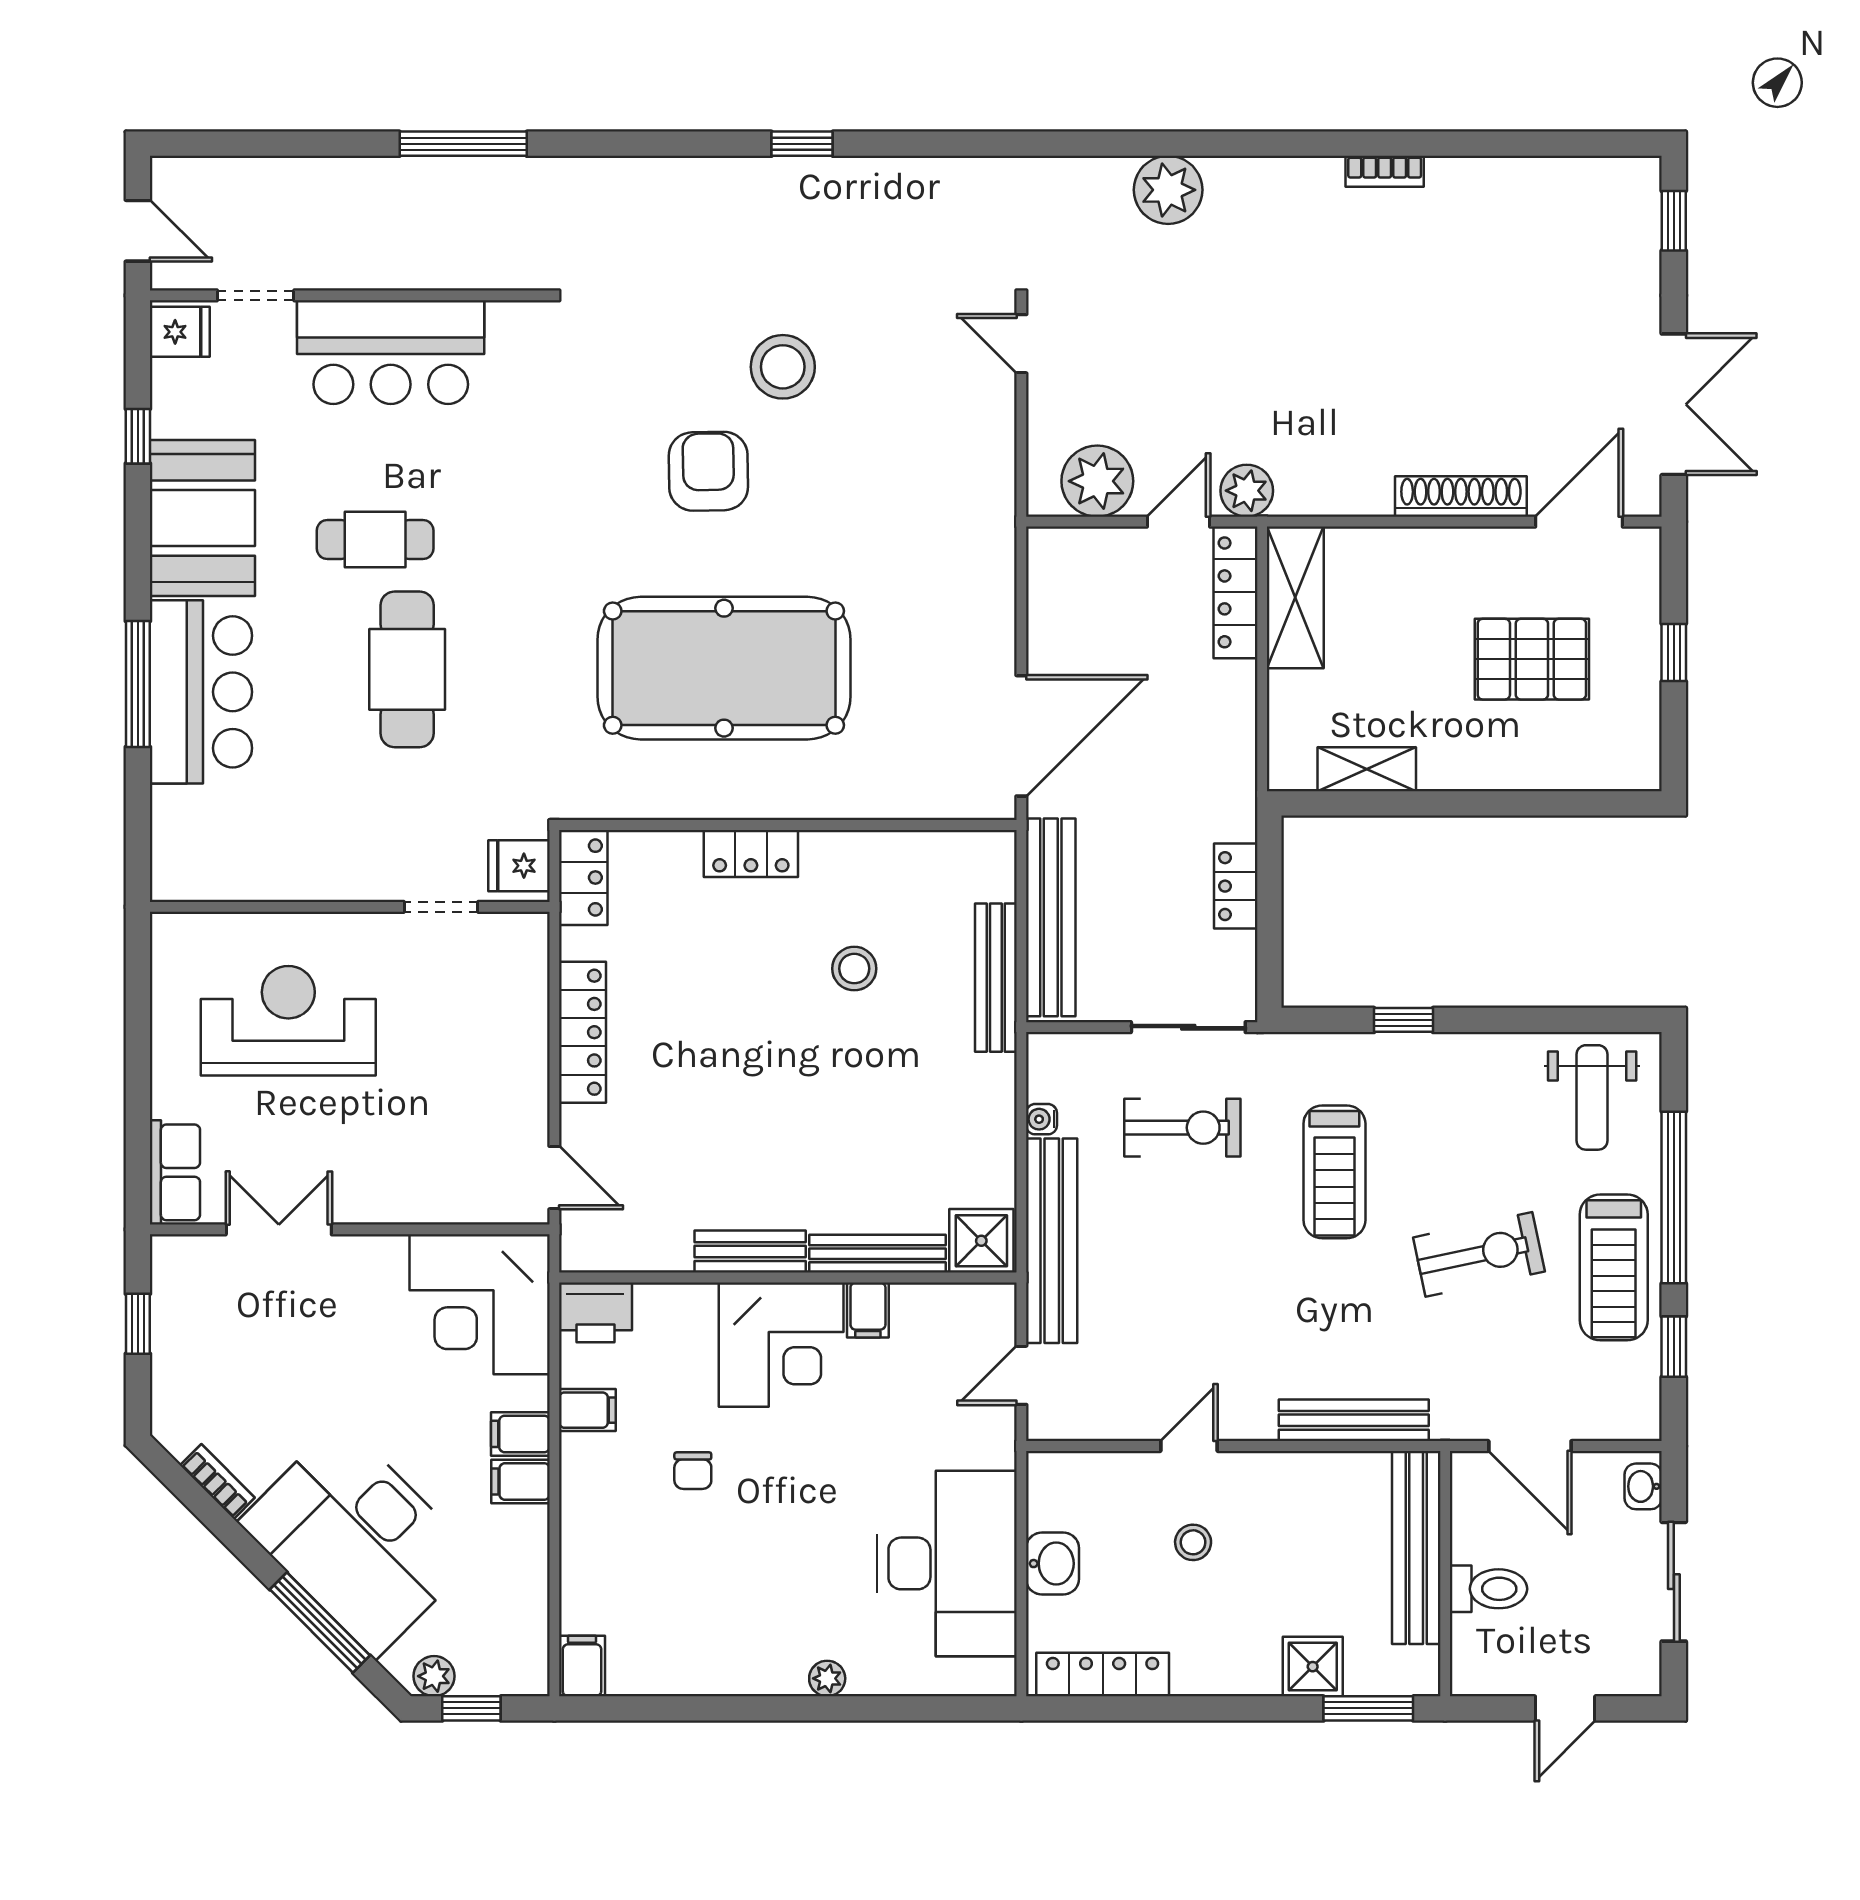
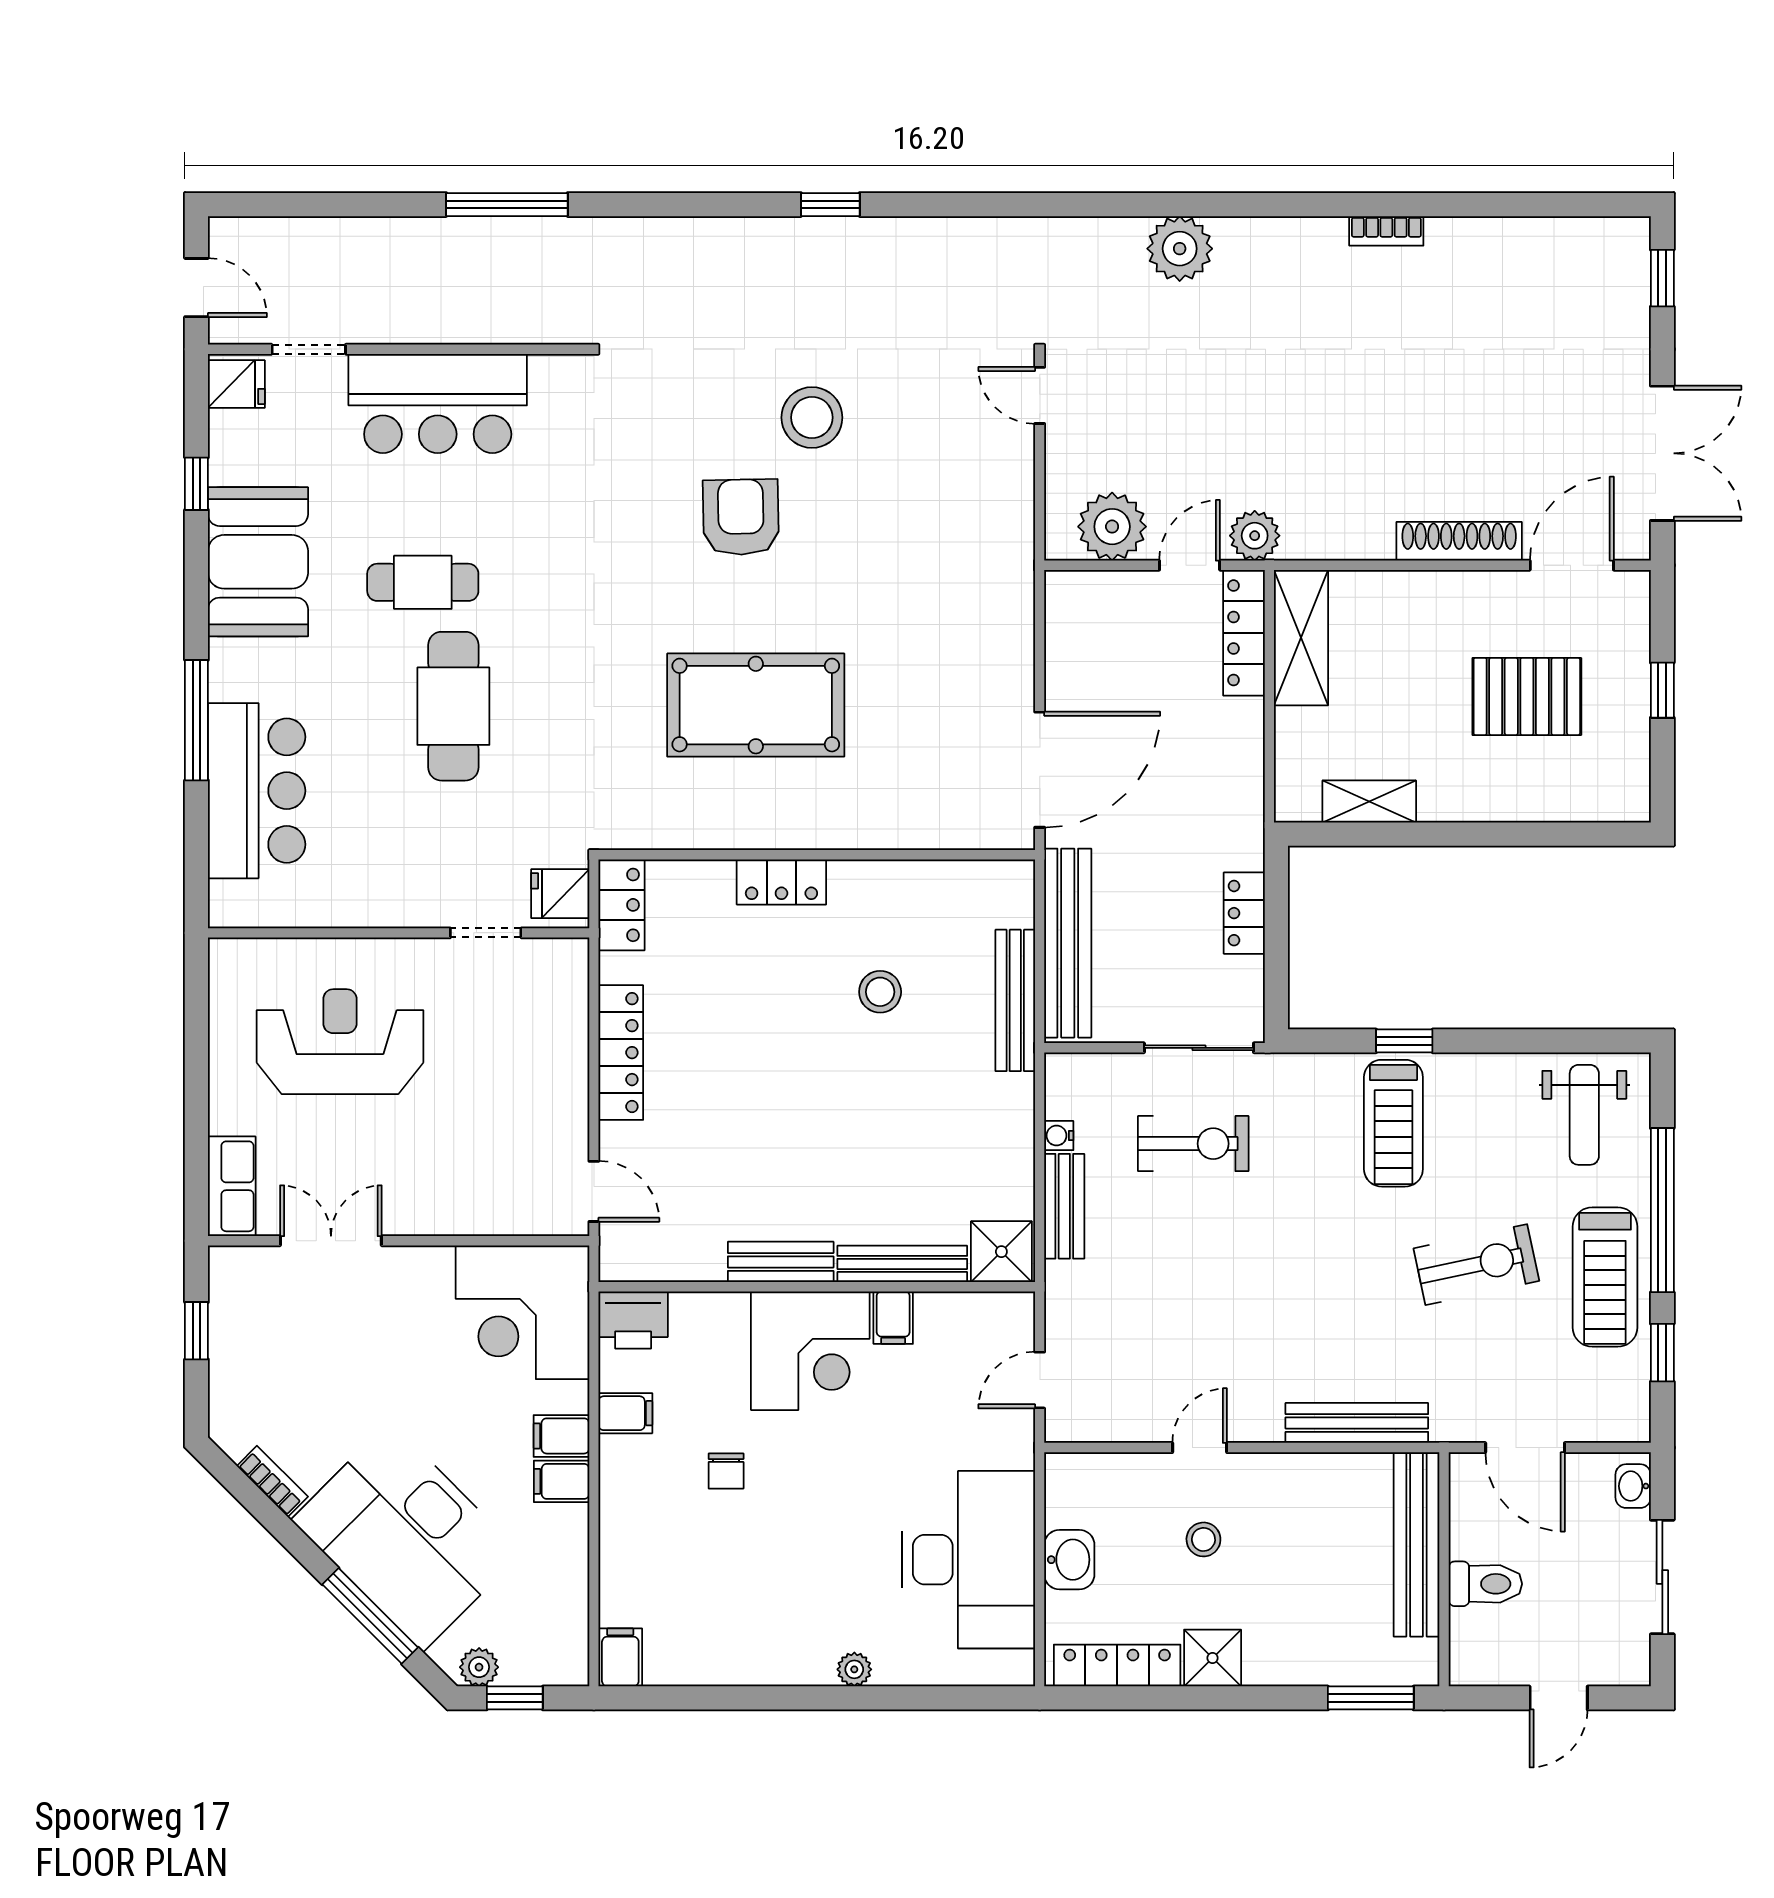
pool table: (724, 668) -> (756, 705), width x0.73, depth x0.76
bar counter: (201, 692) -> (257, 791), moved
treadmill: (1334, 1172) -> (1393, 1123), moved
bench: (1052, 1241) -> (1064, 1206), width x0.54, depth x0.82
shower: (1313, 1667) -> (1213, 1658), moved

